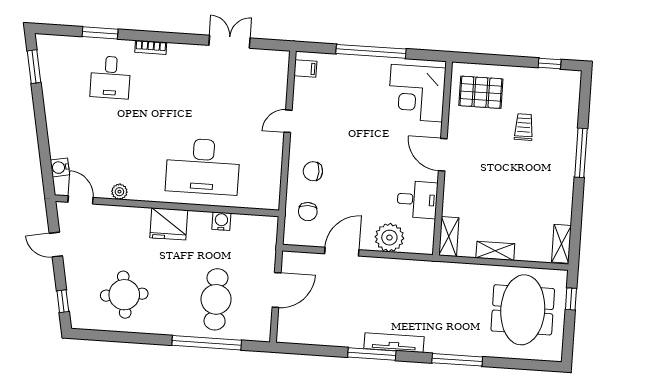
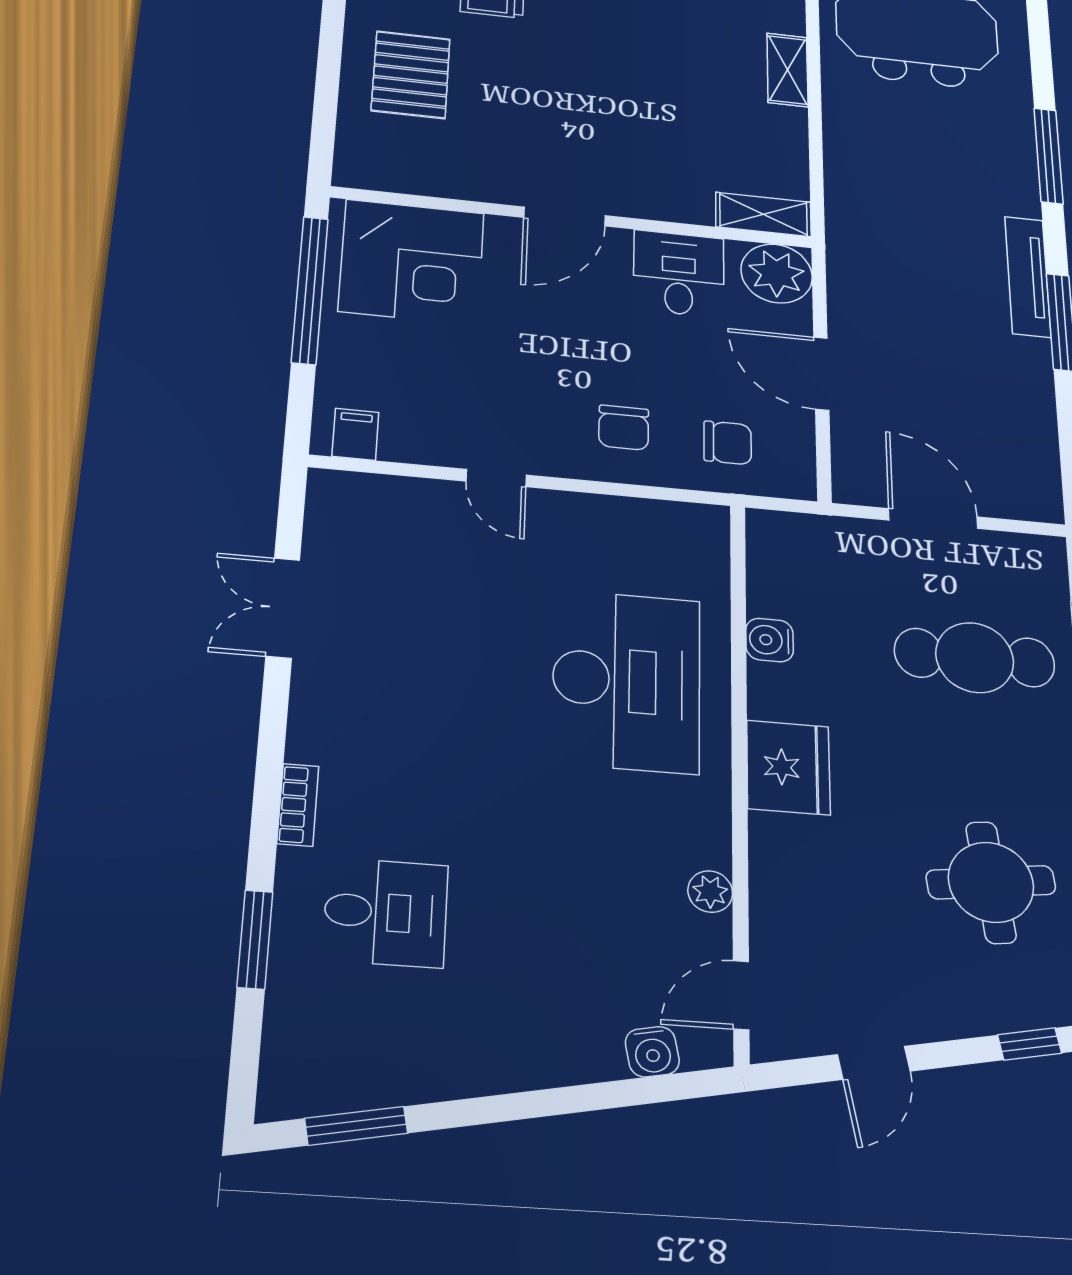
corner desk: (417, 93) -> (412, 262), moved
door: (443, 155) -> (565, 216), moved
wall: (443, 158) -> (573, 217), moved
desk: (417, 200) -> (679, 274), moved
shelving: (449, 236) -> (763, 214), moved

